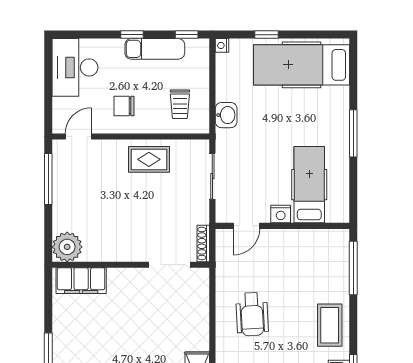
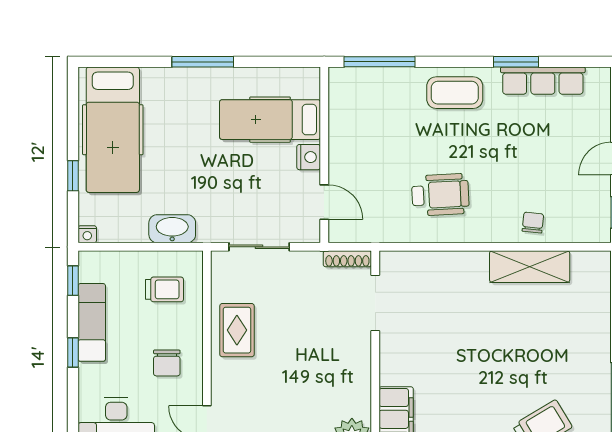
washbasin: (226, 115) -> (172, 229), width x1.38

